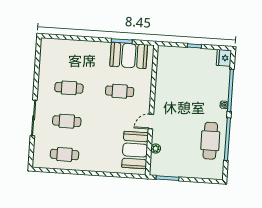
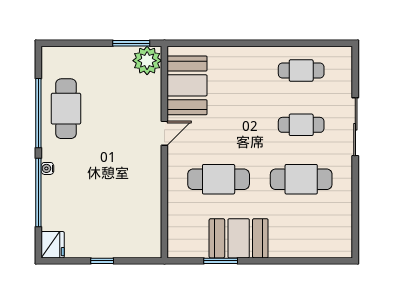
booth: (129, 55) -> (239, 238), moved
cafe table: (69, 88) -> (301, 179), width x1.37, depth x1.35
cafe table: (120, 91) -> (219, 179), width x1.37, depth x1.35
plant: (156, 148) -> (147, 61), moved, width x1.87, depth x1.87

